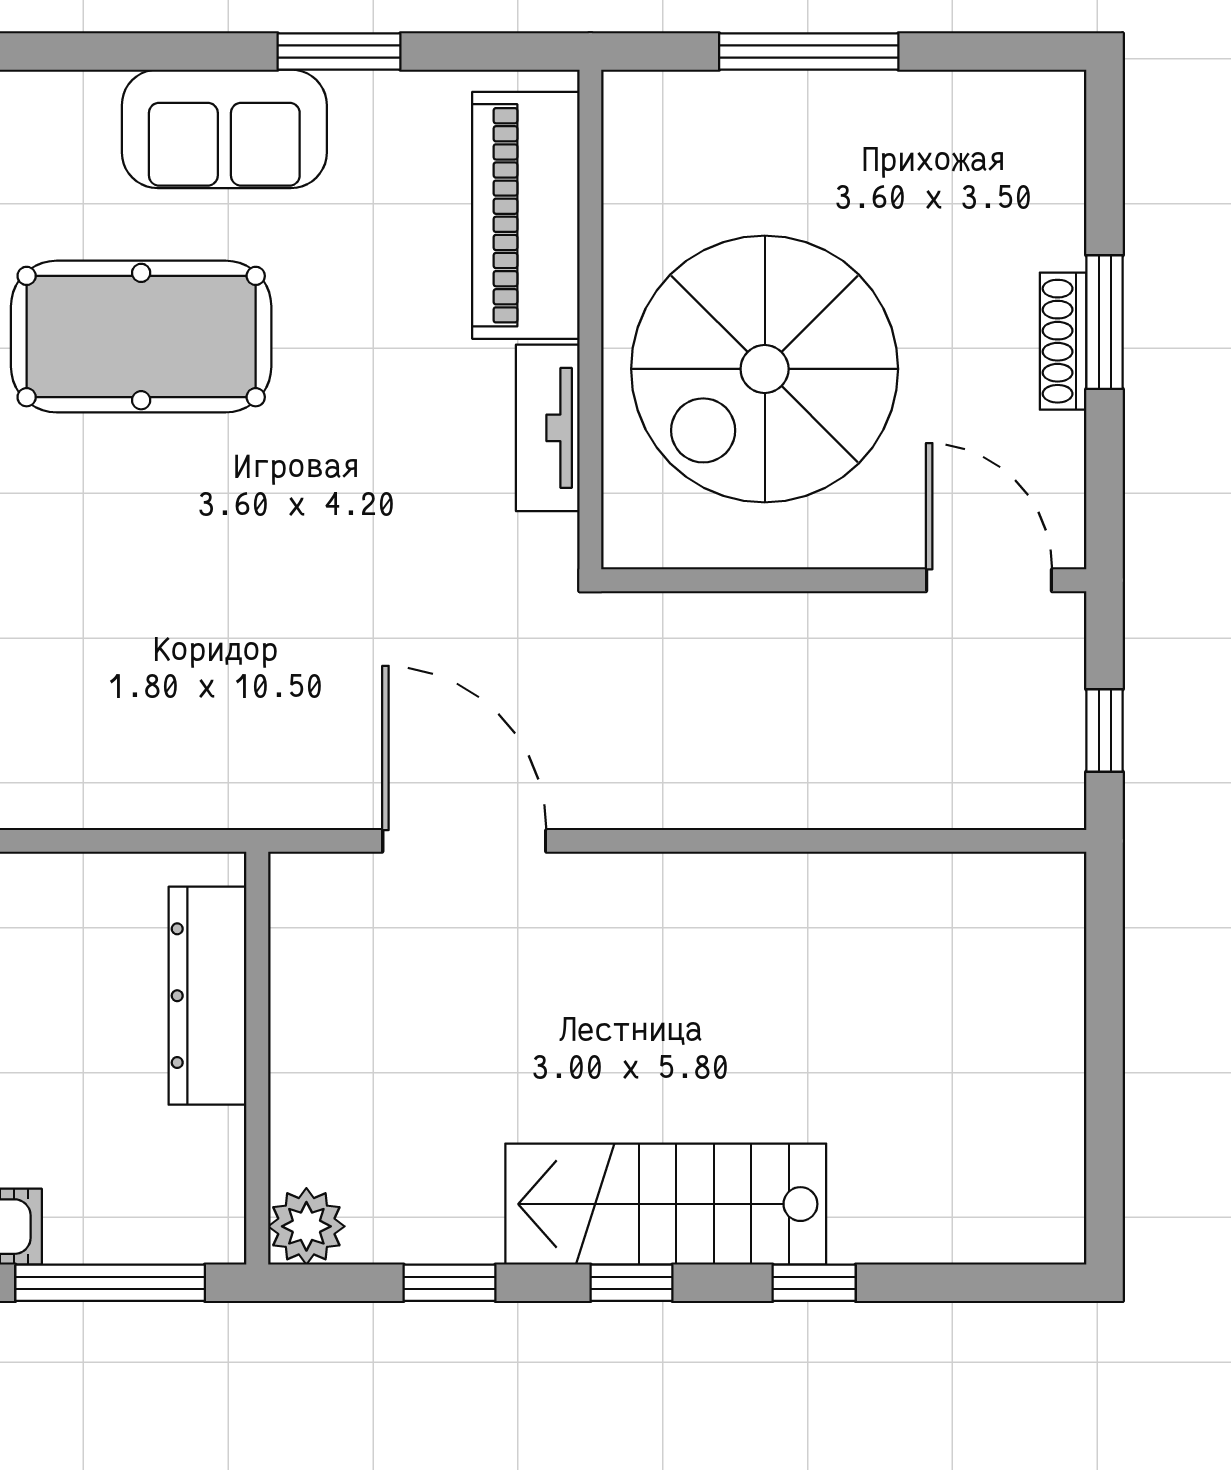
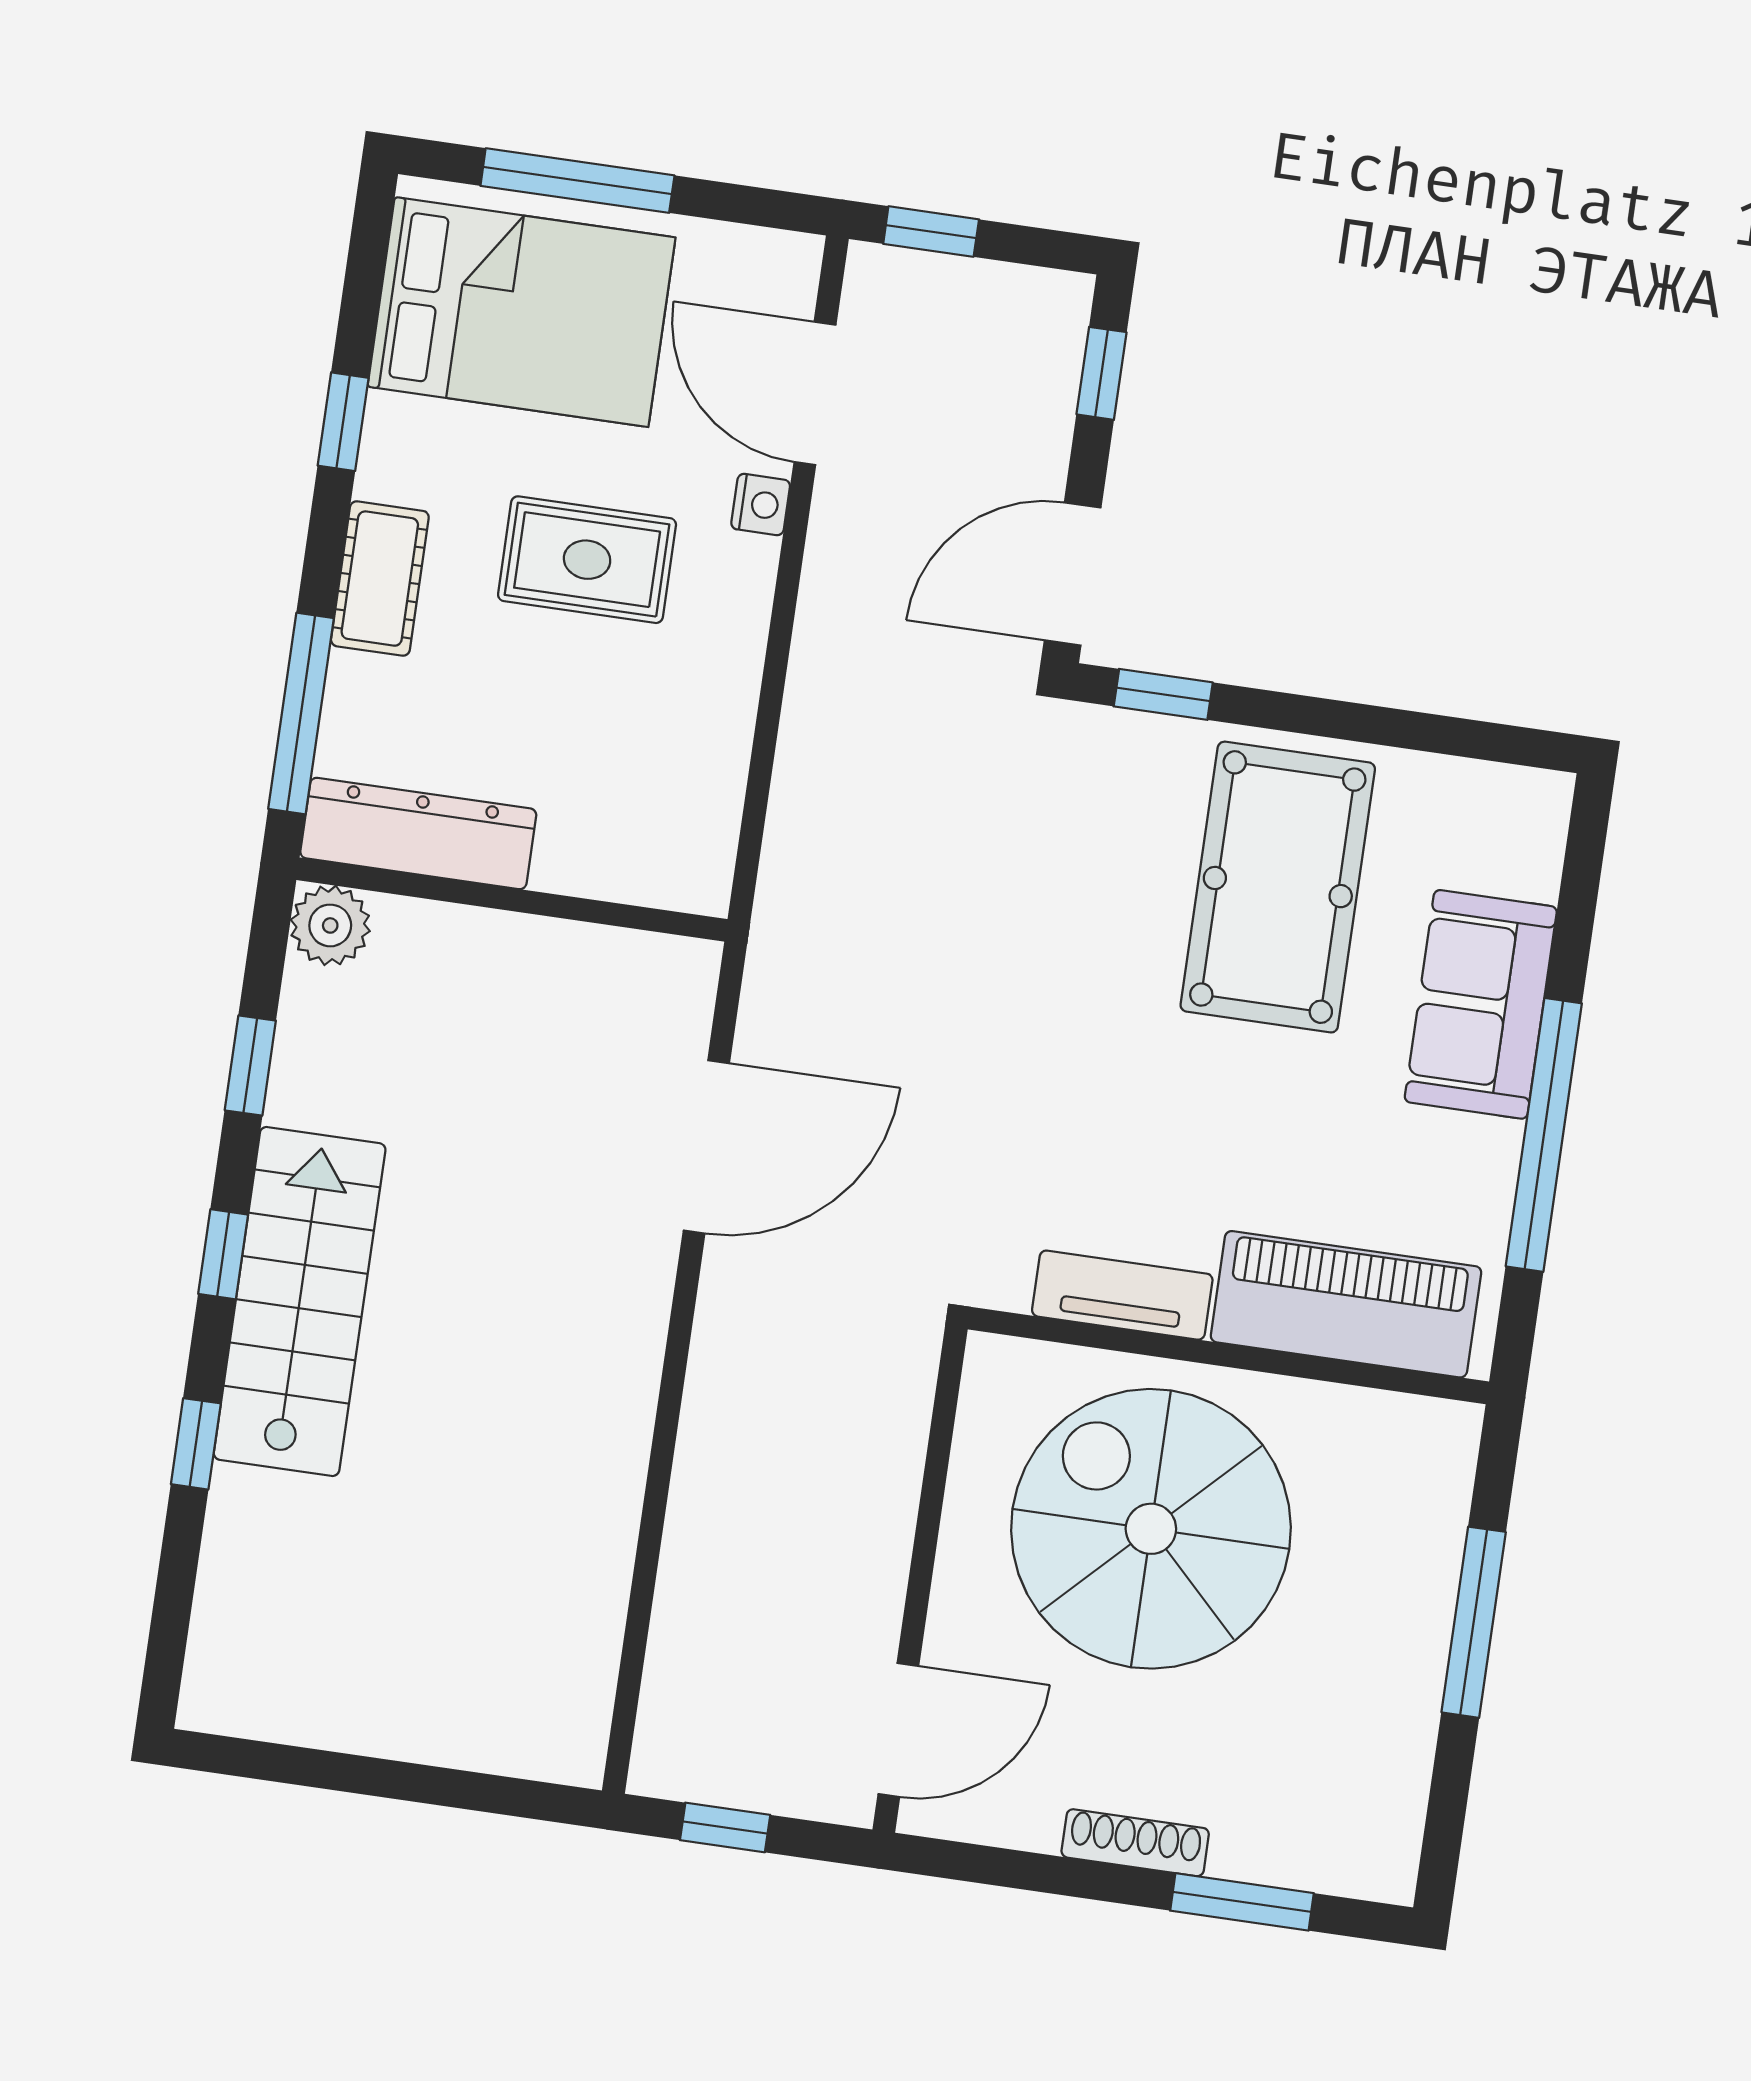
window: (339, 51) -> (1544, 1135), width x2.11
window: (1105, 322) -> (1242, 1902), moved
dresser: (207, 996) -> (418, 833), moved

